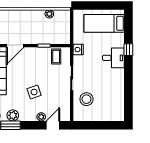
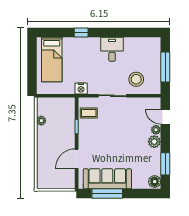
door: (15, 46) -> (77, 159), swing flipped
desk: (113, 58) -> (112, 49), moved
side table: (34, 92) -> (128, 138), removed
plant: (13, 115) -> (154, 142), moved
window: (97, 125) -> (165, 67), added

